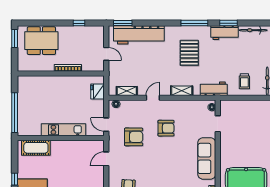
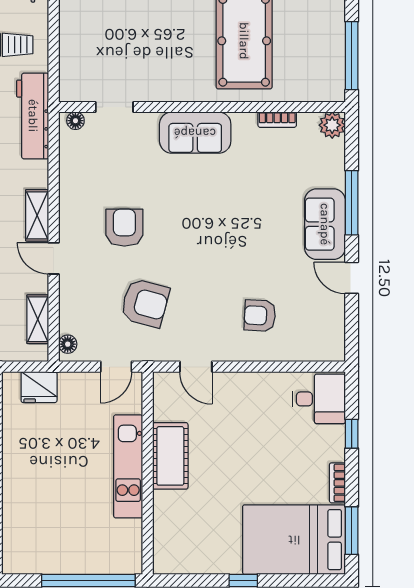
workbench: (214, 89) -> (33, 116), width x1.38
shelving: (182, 91) -> (37, 215), moved
armchair: (134, 137) -> (145, 303), turned 105
cot: (36, 148) -> (170, 456), moved
sofa: (207, 158) -> (195, 133), width x0.73

